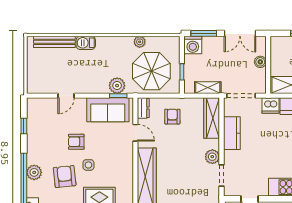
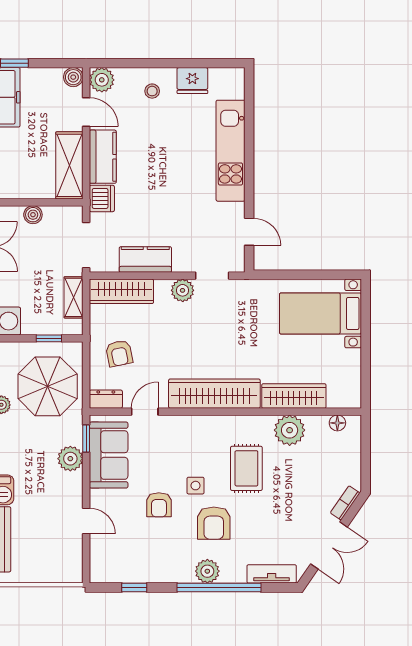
plant: (117, 86) -> (70, 459), moved
armchair: (172, 117) -> (119, 353), turned -101
armchair: (65, 177) -> (214, 523), turned -84

